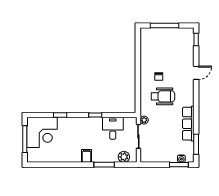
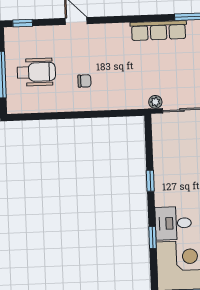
wheelchair: (163, 96) -> (36, 72), moved, turned 90
desk: (113, 128) -> (173, 223), moved

